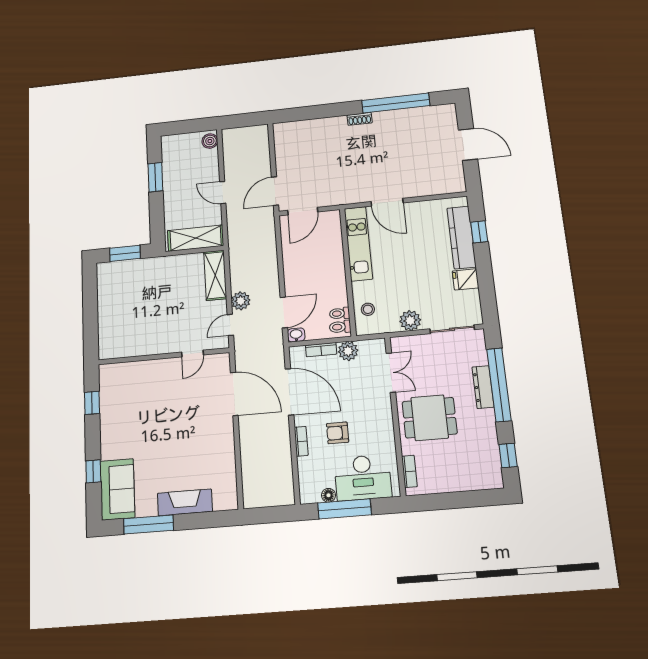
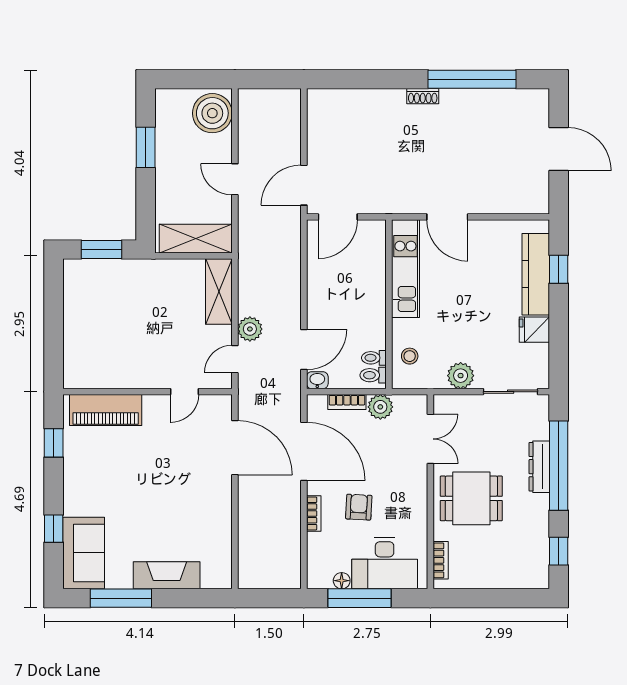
boiler: (210, 141) -> (212, 113), width x1.86, depth x1.86
piano: (132, 373) -> (106, 410), added
armchair: (338, 433) -> (359, 507), turned 93

